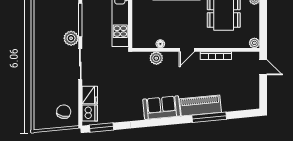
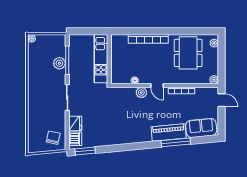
plant: (71, 38) -> (59, 63), moved
door: (187, 50) -> (157, 86), hinge flipped
plant: (156, 58) -> (141, 93), moved
sofa: (162, 108) -> (201, 128), moved

